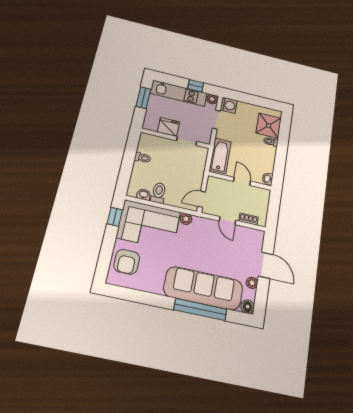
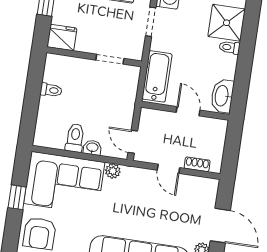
fridge: (169, 127) -> (62, 37), moved
washbasin: (268, 179) -> (222, 96), width x1.91, depth x1.45
washbasin: (144, 195) -> (92, 148), moved
door: (202, 199) -> (133, 142), hinge flipped
window: (115, 217) -> (17, 197), moved

